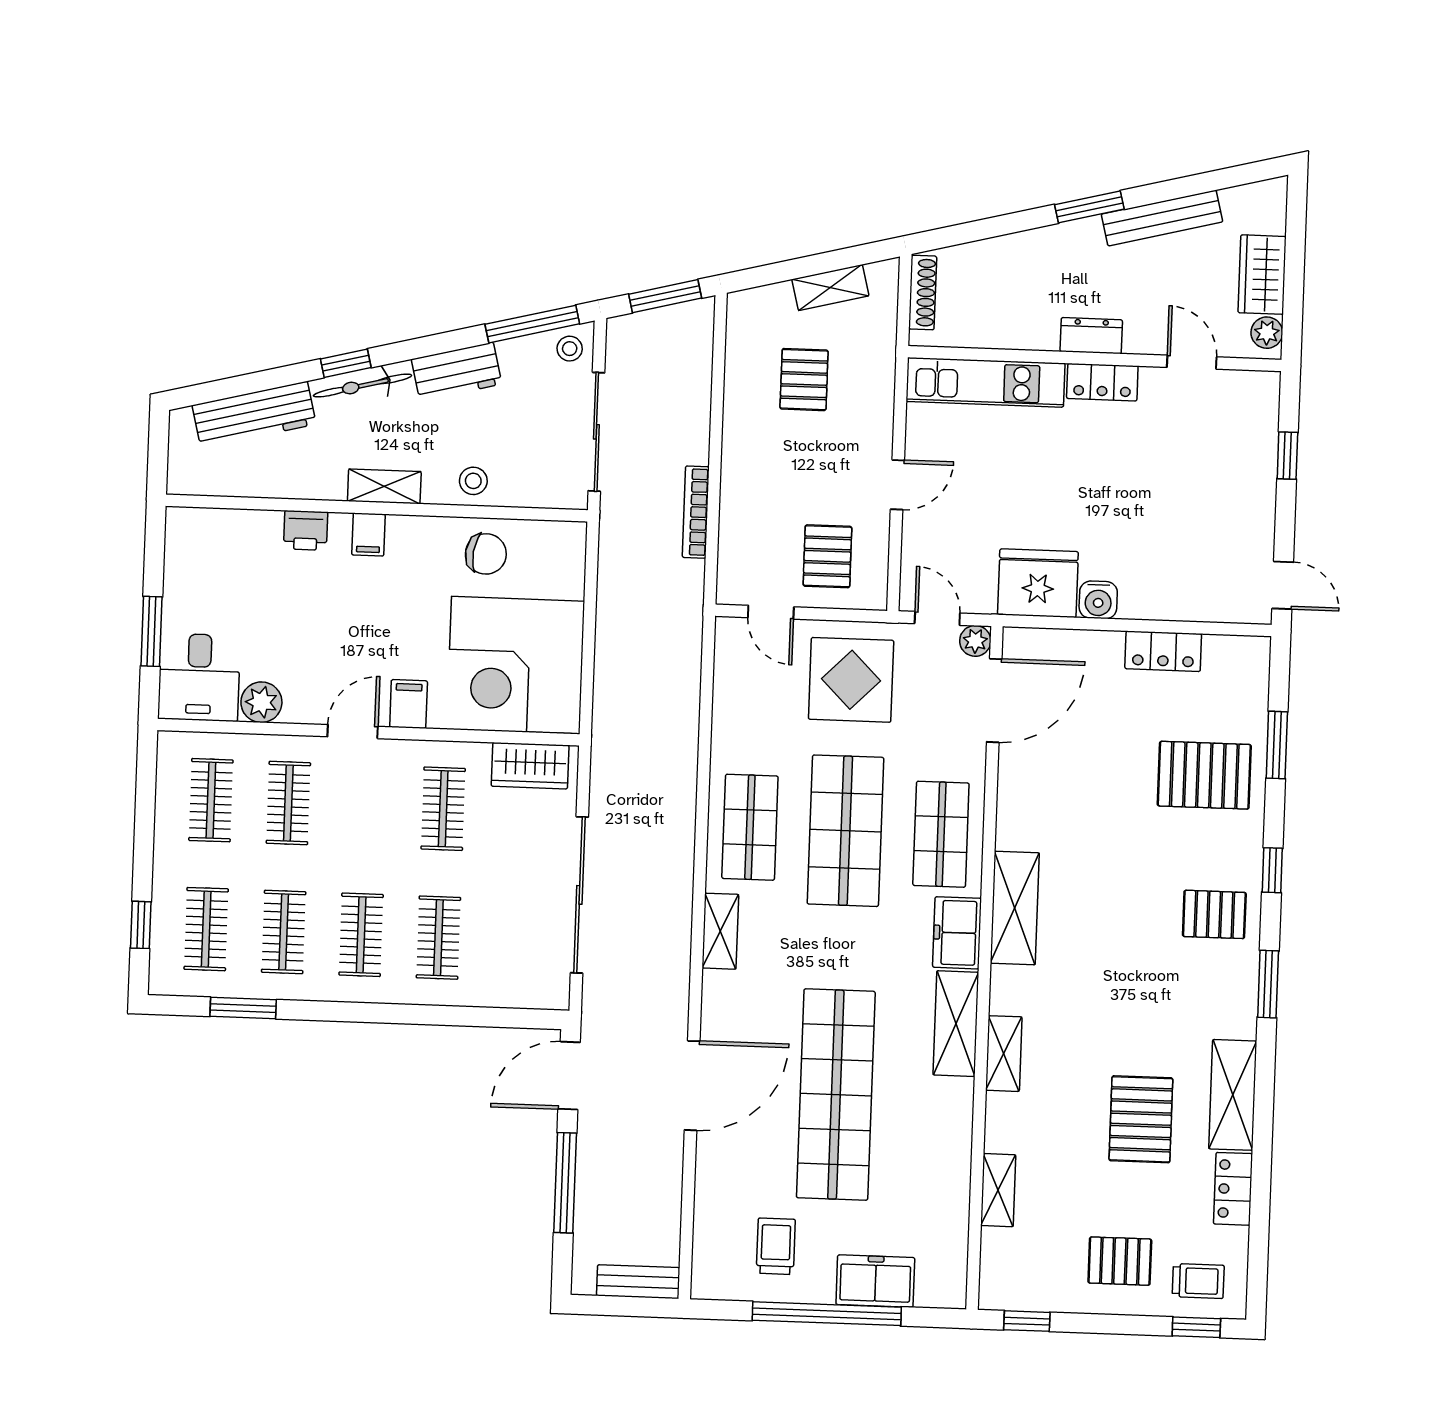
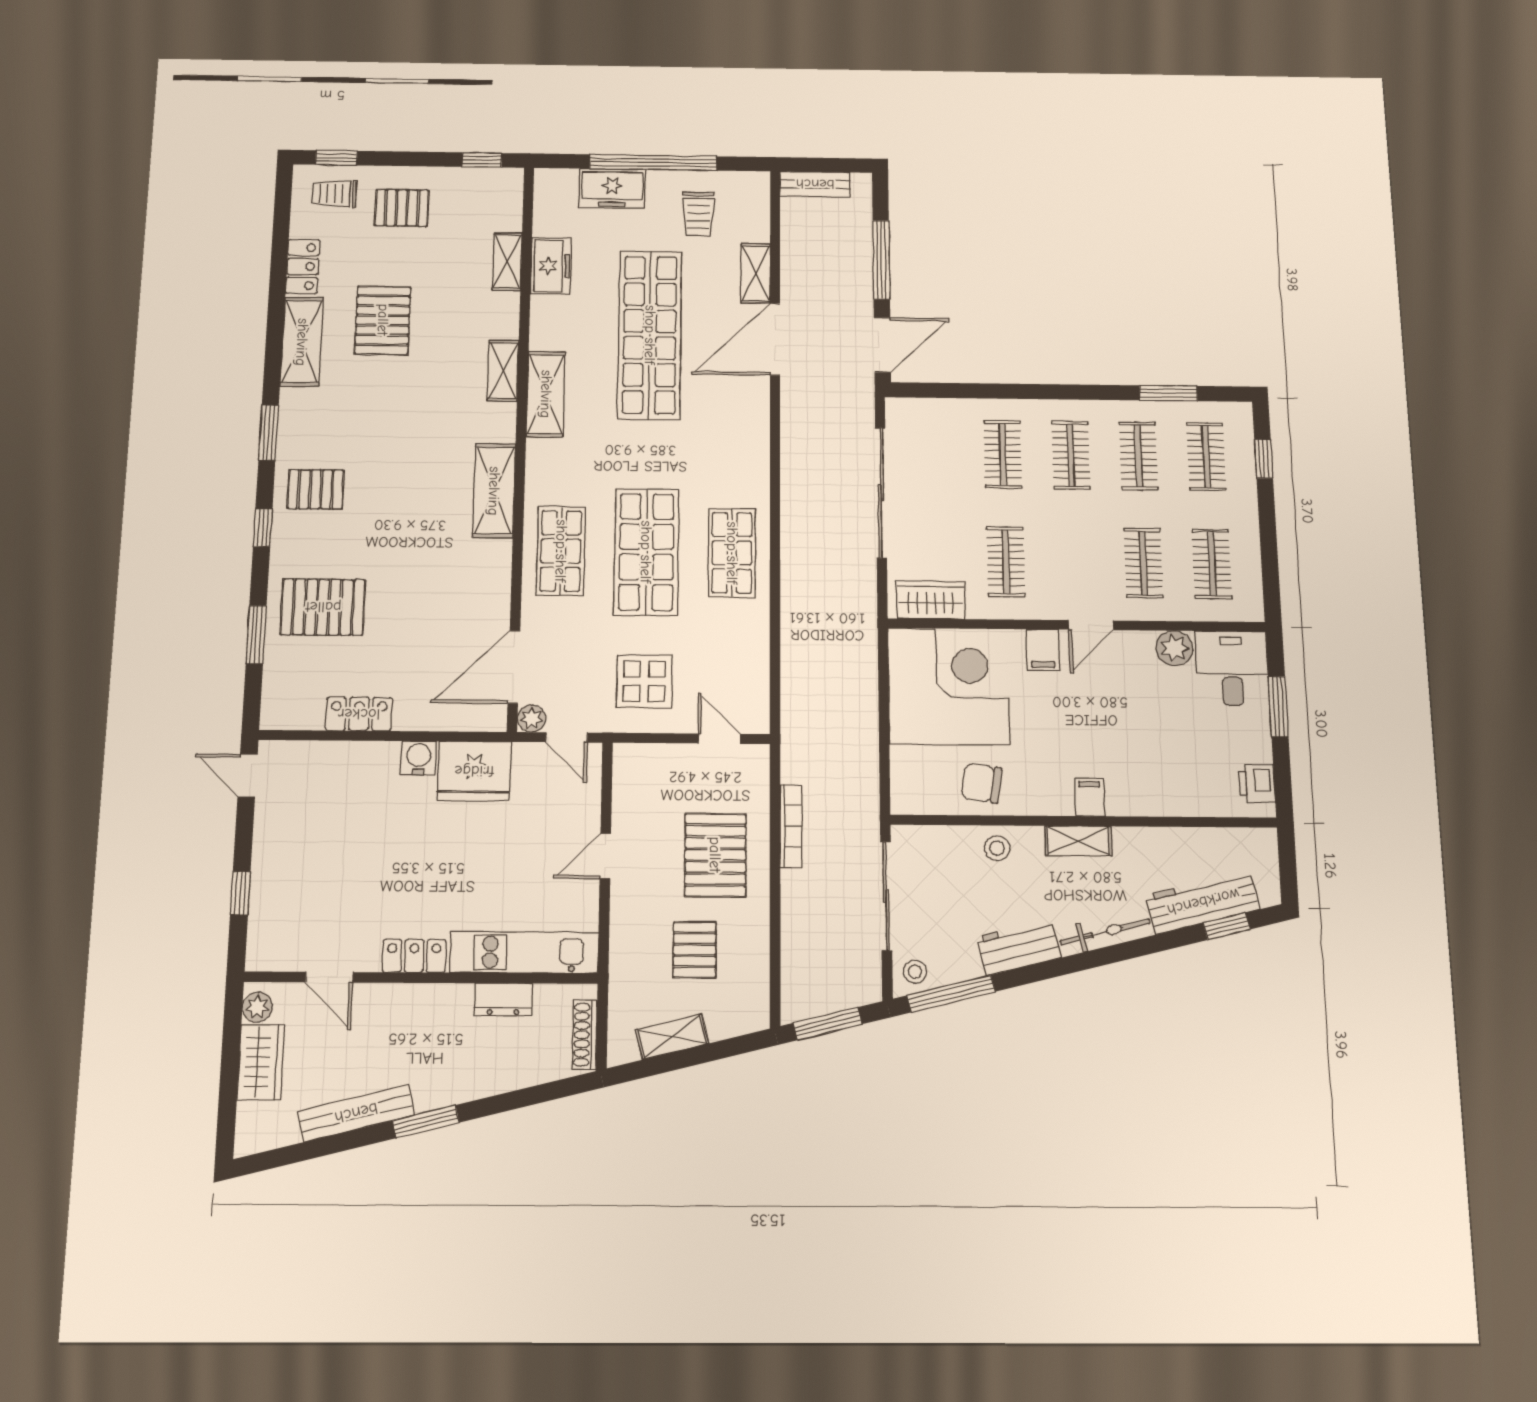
dresser: (1091, 336) -> (503, 999), moved
window: (346, 363) -> (1227, 926), moved
printer: (306, 530) -> (1257, 783), moved, turned -90
pallet: (827, 556) -> (715, 855), moved, width x1.50, depth x1.42
display table: (851, 680) -> (644, 681), width x0.73, depth x0.73
shelving: (720, 931) -> (756, 273), moved
freezer: (957, 933) -> (551, 266), moved

